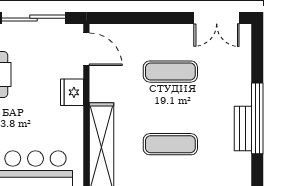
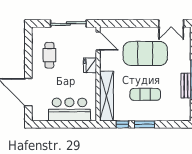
exercise mat: (170, 72) -> (145, 54), width x2.00, depth x1.45

